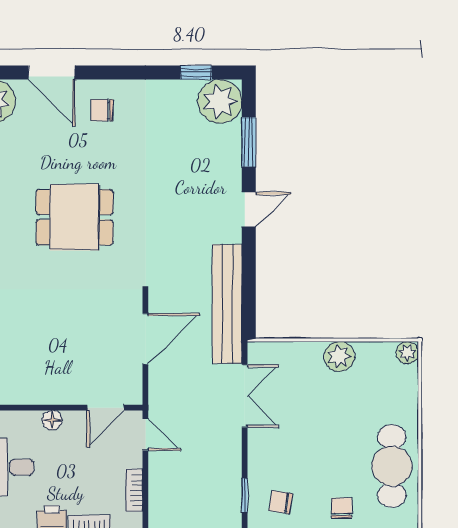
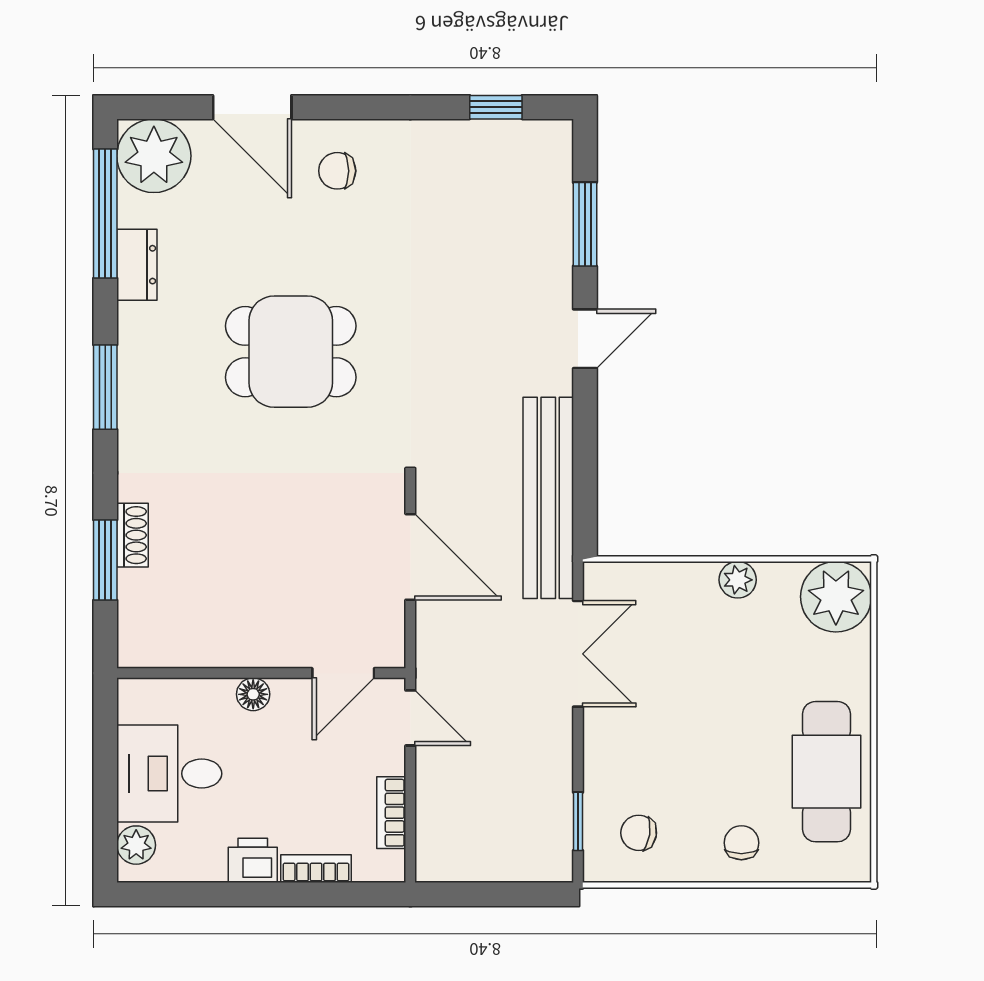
plant: (220, 101) -> (536, 156), removed
door: (145, 339) -> (410, 557), hinge flipped
plant: (407, 353) -> (836, 597), width x1.88, depth x1.88
plant: (339, 356) -> (738, 580), width x0.73, depth x0.73

